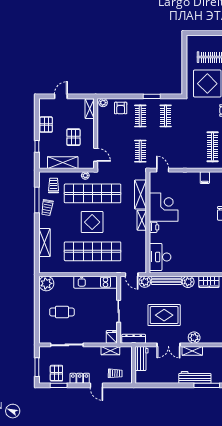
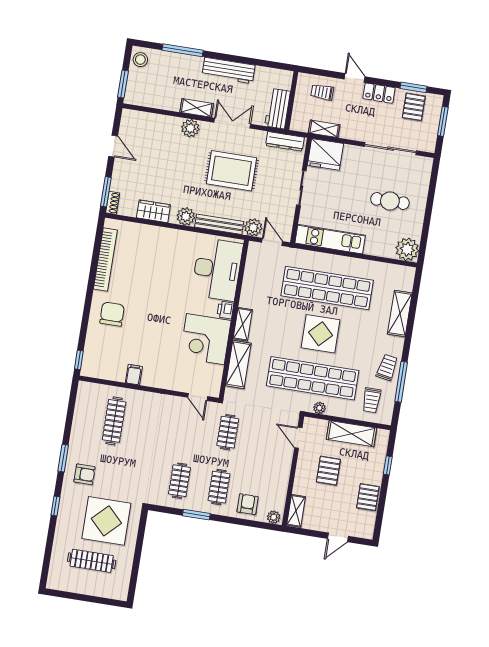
desk: (160, 257) -> (217, 269), width x1.36, depth x1.30
fridge: (112, 337) -> (325, 154), width x1.88, depth x1.34
workbench: (195, 377) -> (229, 71), moved

